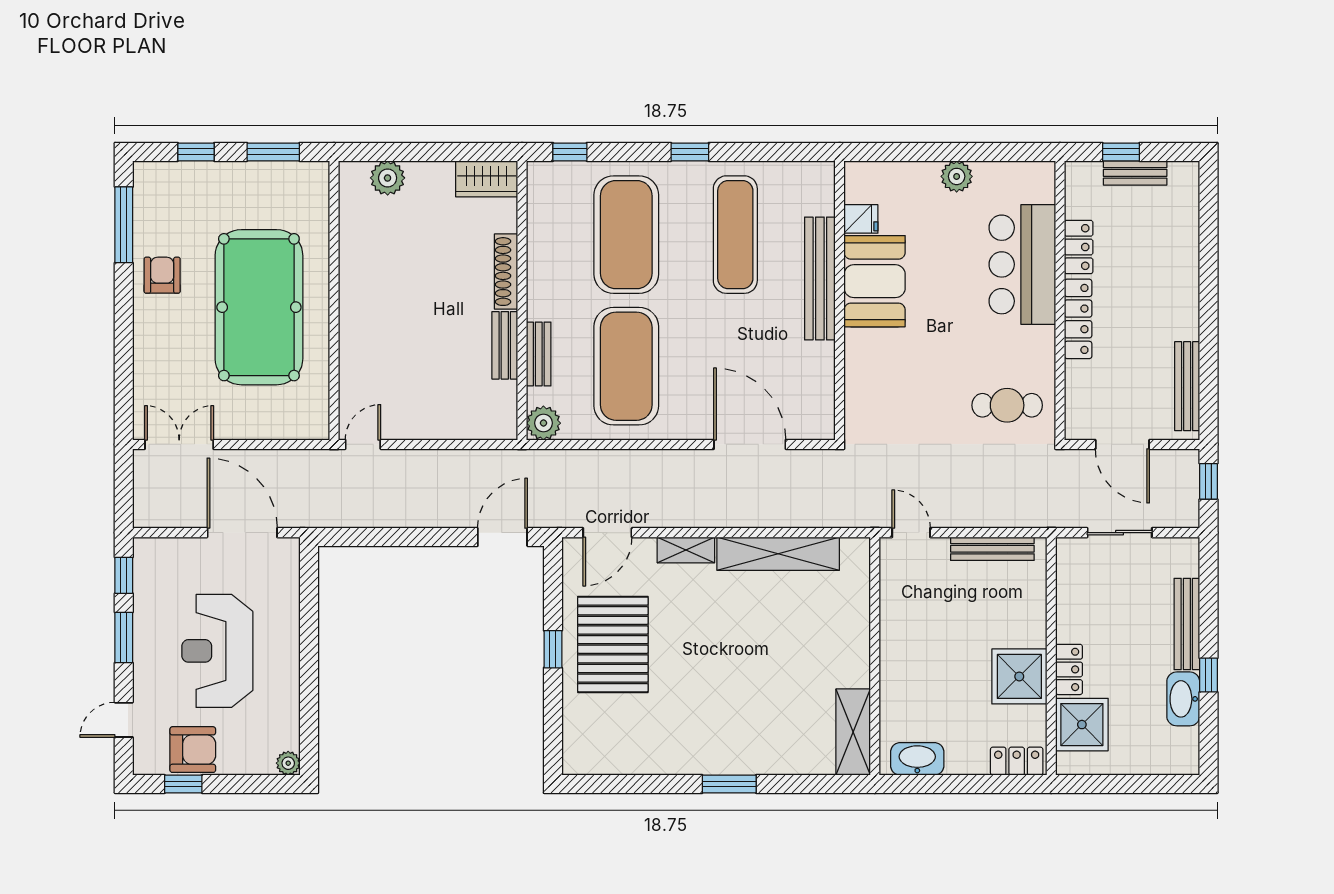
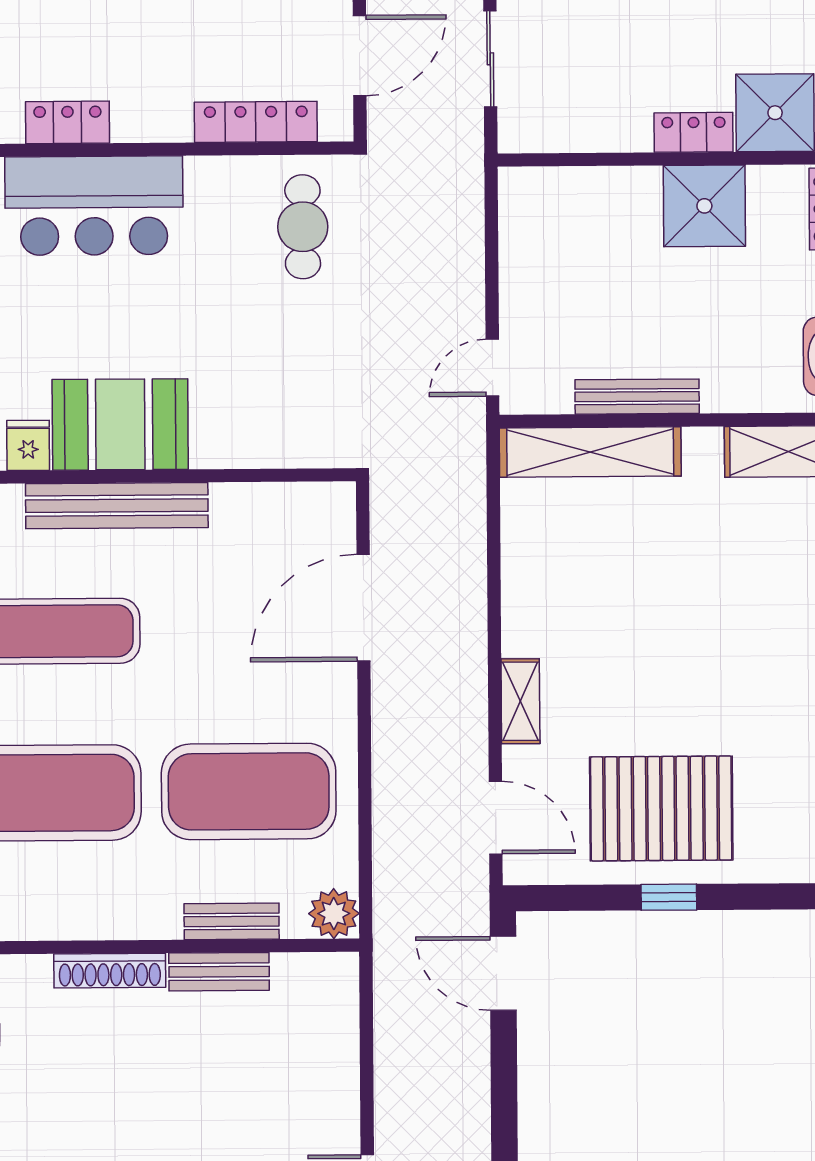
locker: (1078, 319) -> (256, 122), moved
bench: (992, 549) -> (637, 397), moved, turned 90
shelving: (778, 554) -> (590, 452), moved, turned 90

